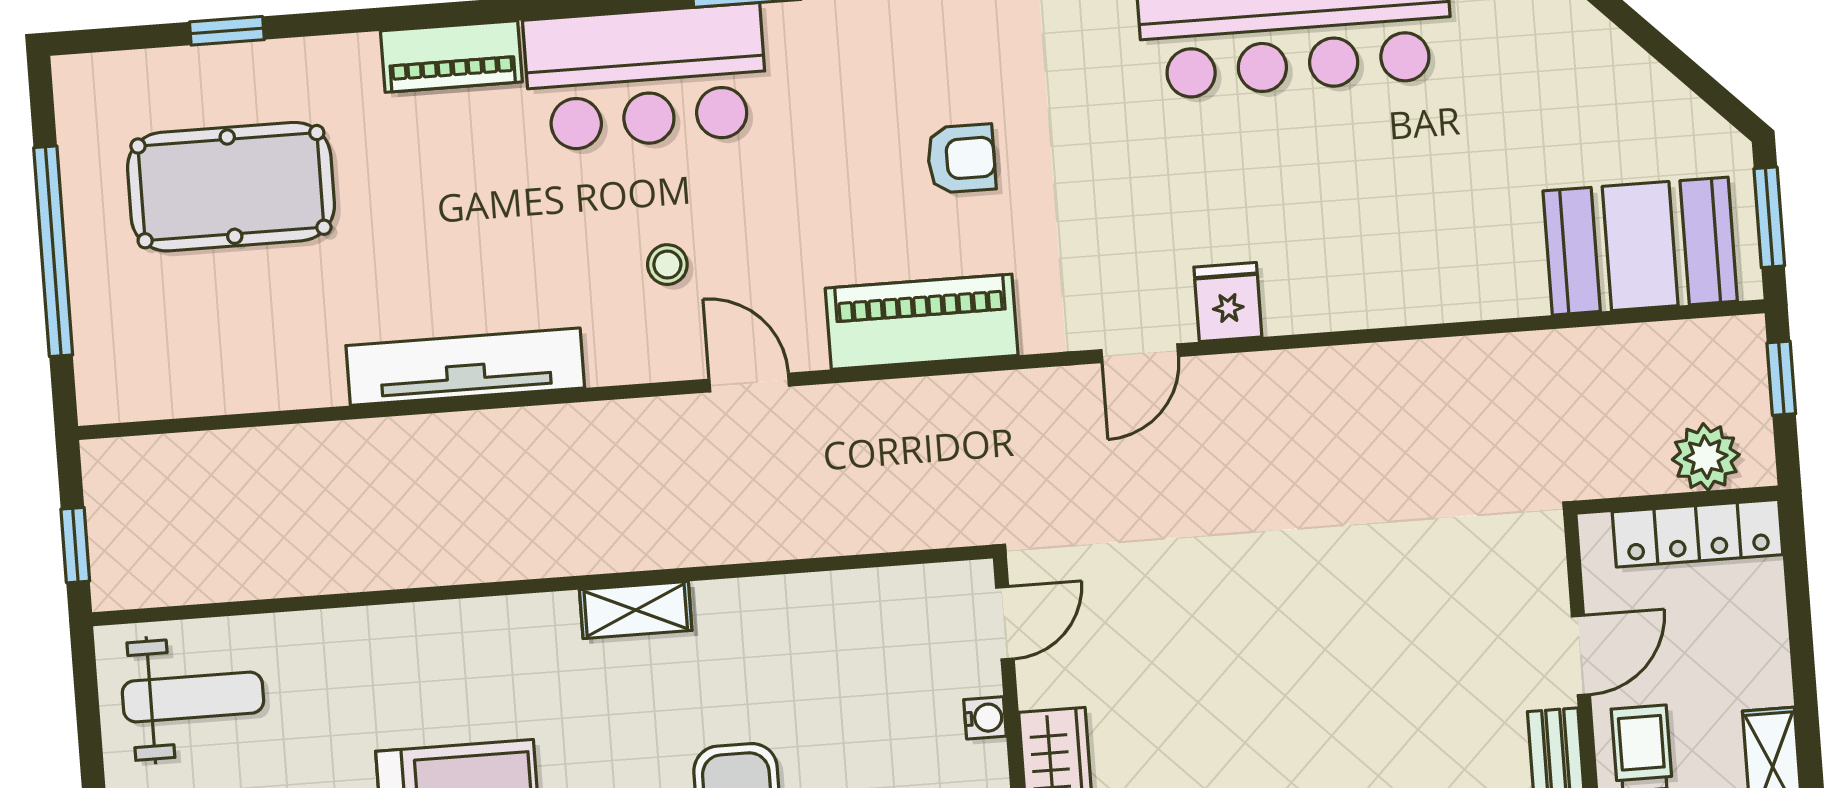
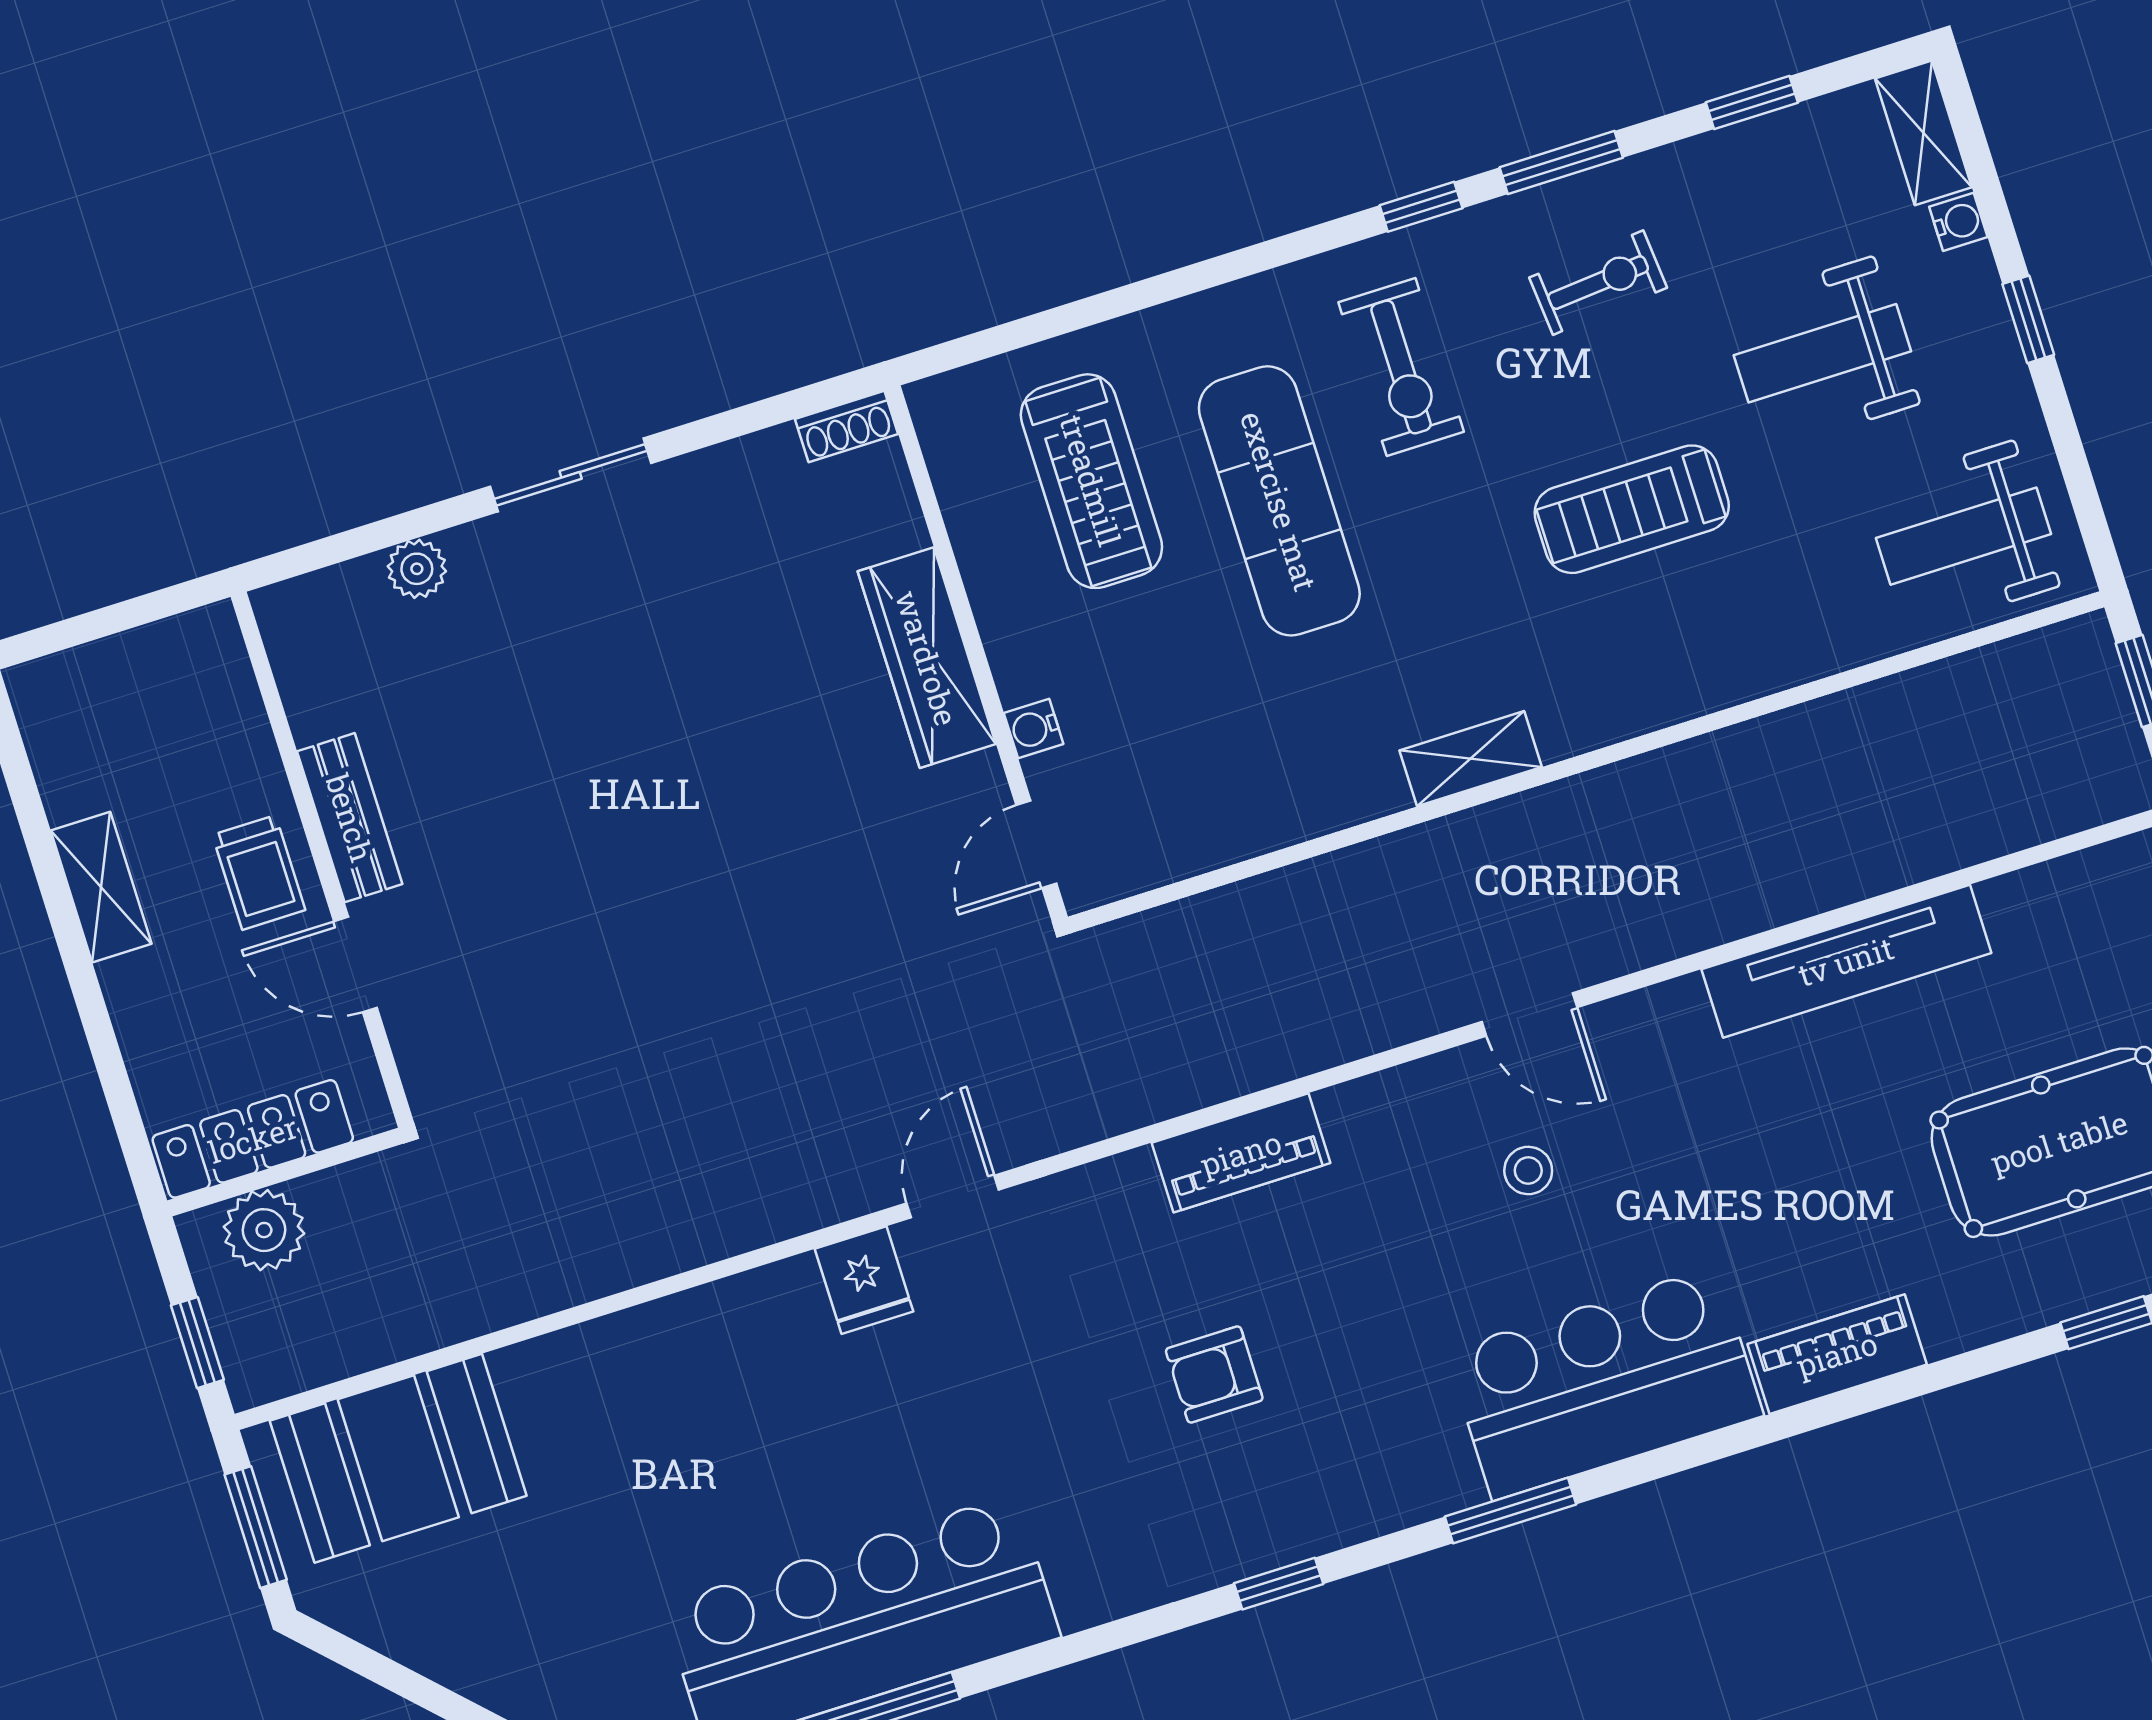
piano: (922, 322) -> (1241, 1153), width x0.73, depth x0.75
tv unit: (465, 367) -> (1846, 961), moved
door: (749, 383) -> (1529, 1015), moved
door: (1581, 655) -> (355, 965), hinge flipped

